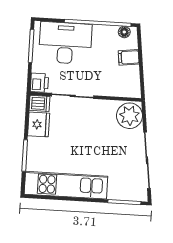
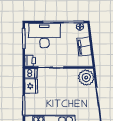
filing cabinet: (129, 57) -> (84, 47), width x2.00

